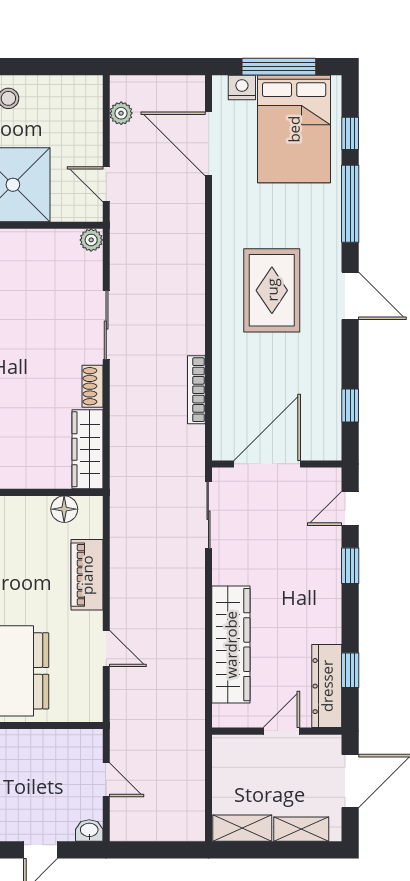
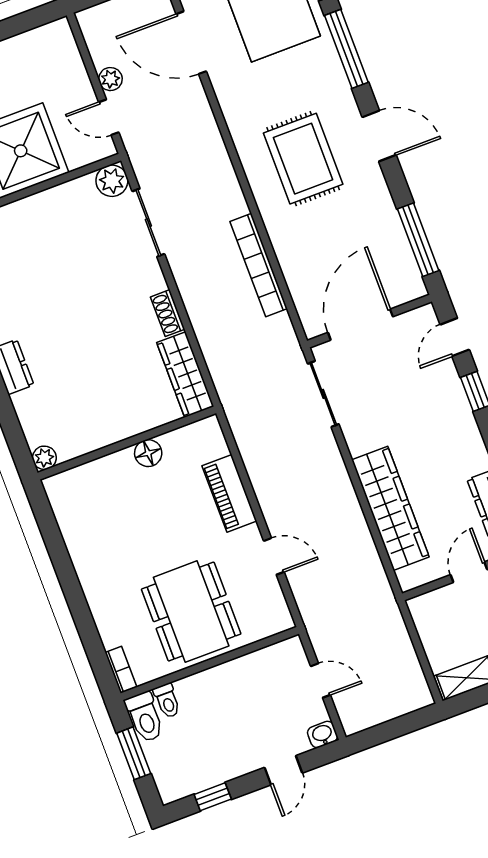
plant: (121, 113) -> (110, 79), moved
plant: (91, 240) -> (112, 181), width x1.38, depth x1.38
sliding door: (106, 325) -> (148, 223), moved
bookcase: (196, 390) -> (259, 265), width x1.48, depth x1.31
window: (350, 405) -> (418, 240), width x2.17
floor lamp: (64, 509) -> (148, 453), moved

